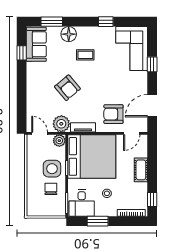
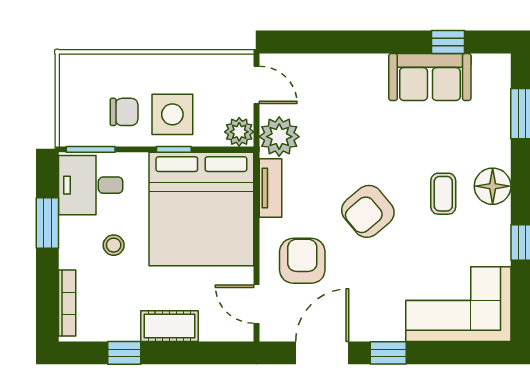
floor lamp: (69, 34) -> (493, 186), moved
sofa: (36, 44) -> (430, 77), moved
window: (152, 64) -> (388, 353), moved
armchair: (67, 88) -> (368, 211), moved
door: (152, 106) -> (322, 353), hinge flipped
door: (40, 133) -> (256, 85), hinge flipped
window: (152, 199) -> (124, 353), moved

